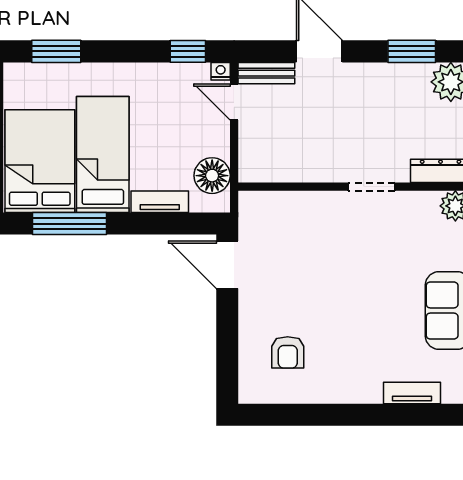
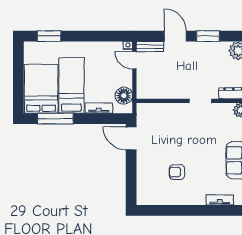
window: (188, 51) -> (112, 36), removed
window: (412, 51) -> (208, 36), moved
armchair: (288, 352) -> (177, 172), moved, turned 90

